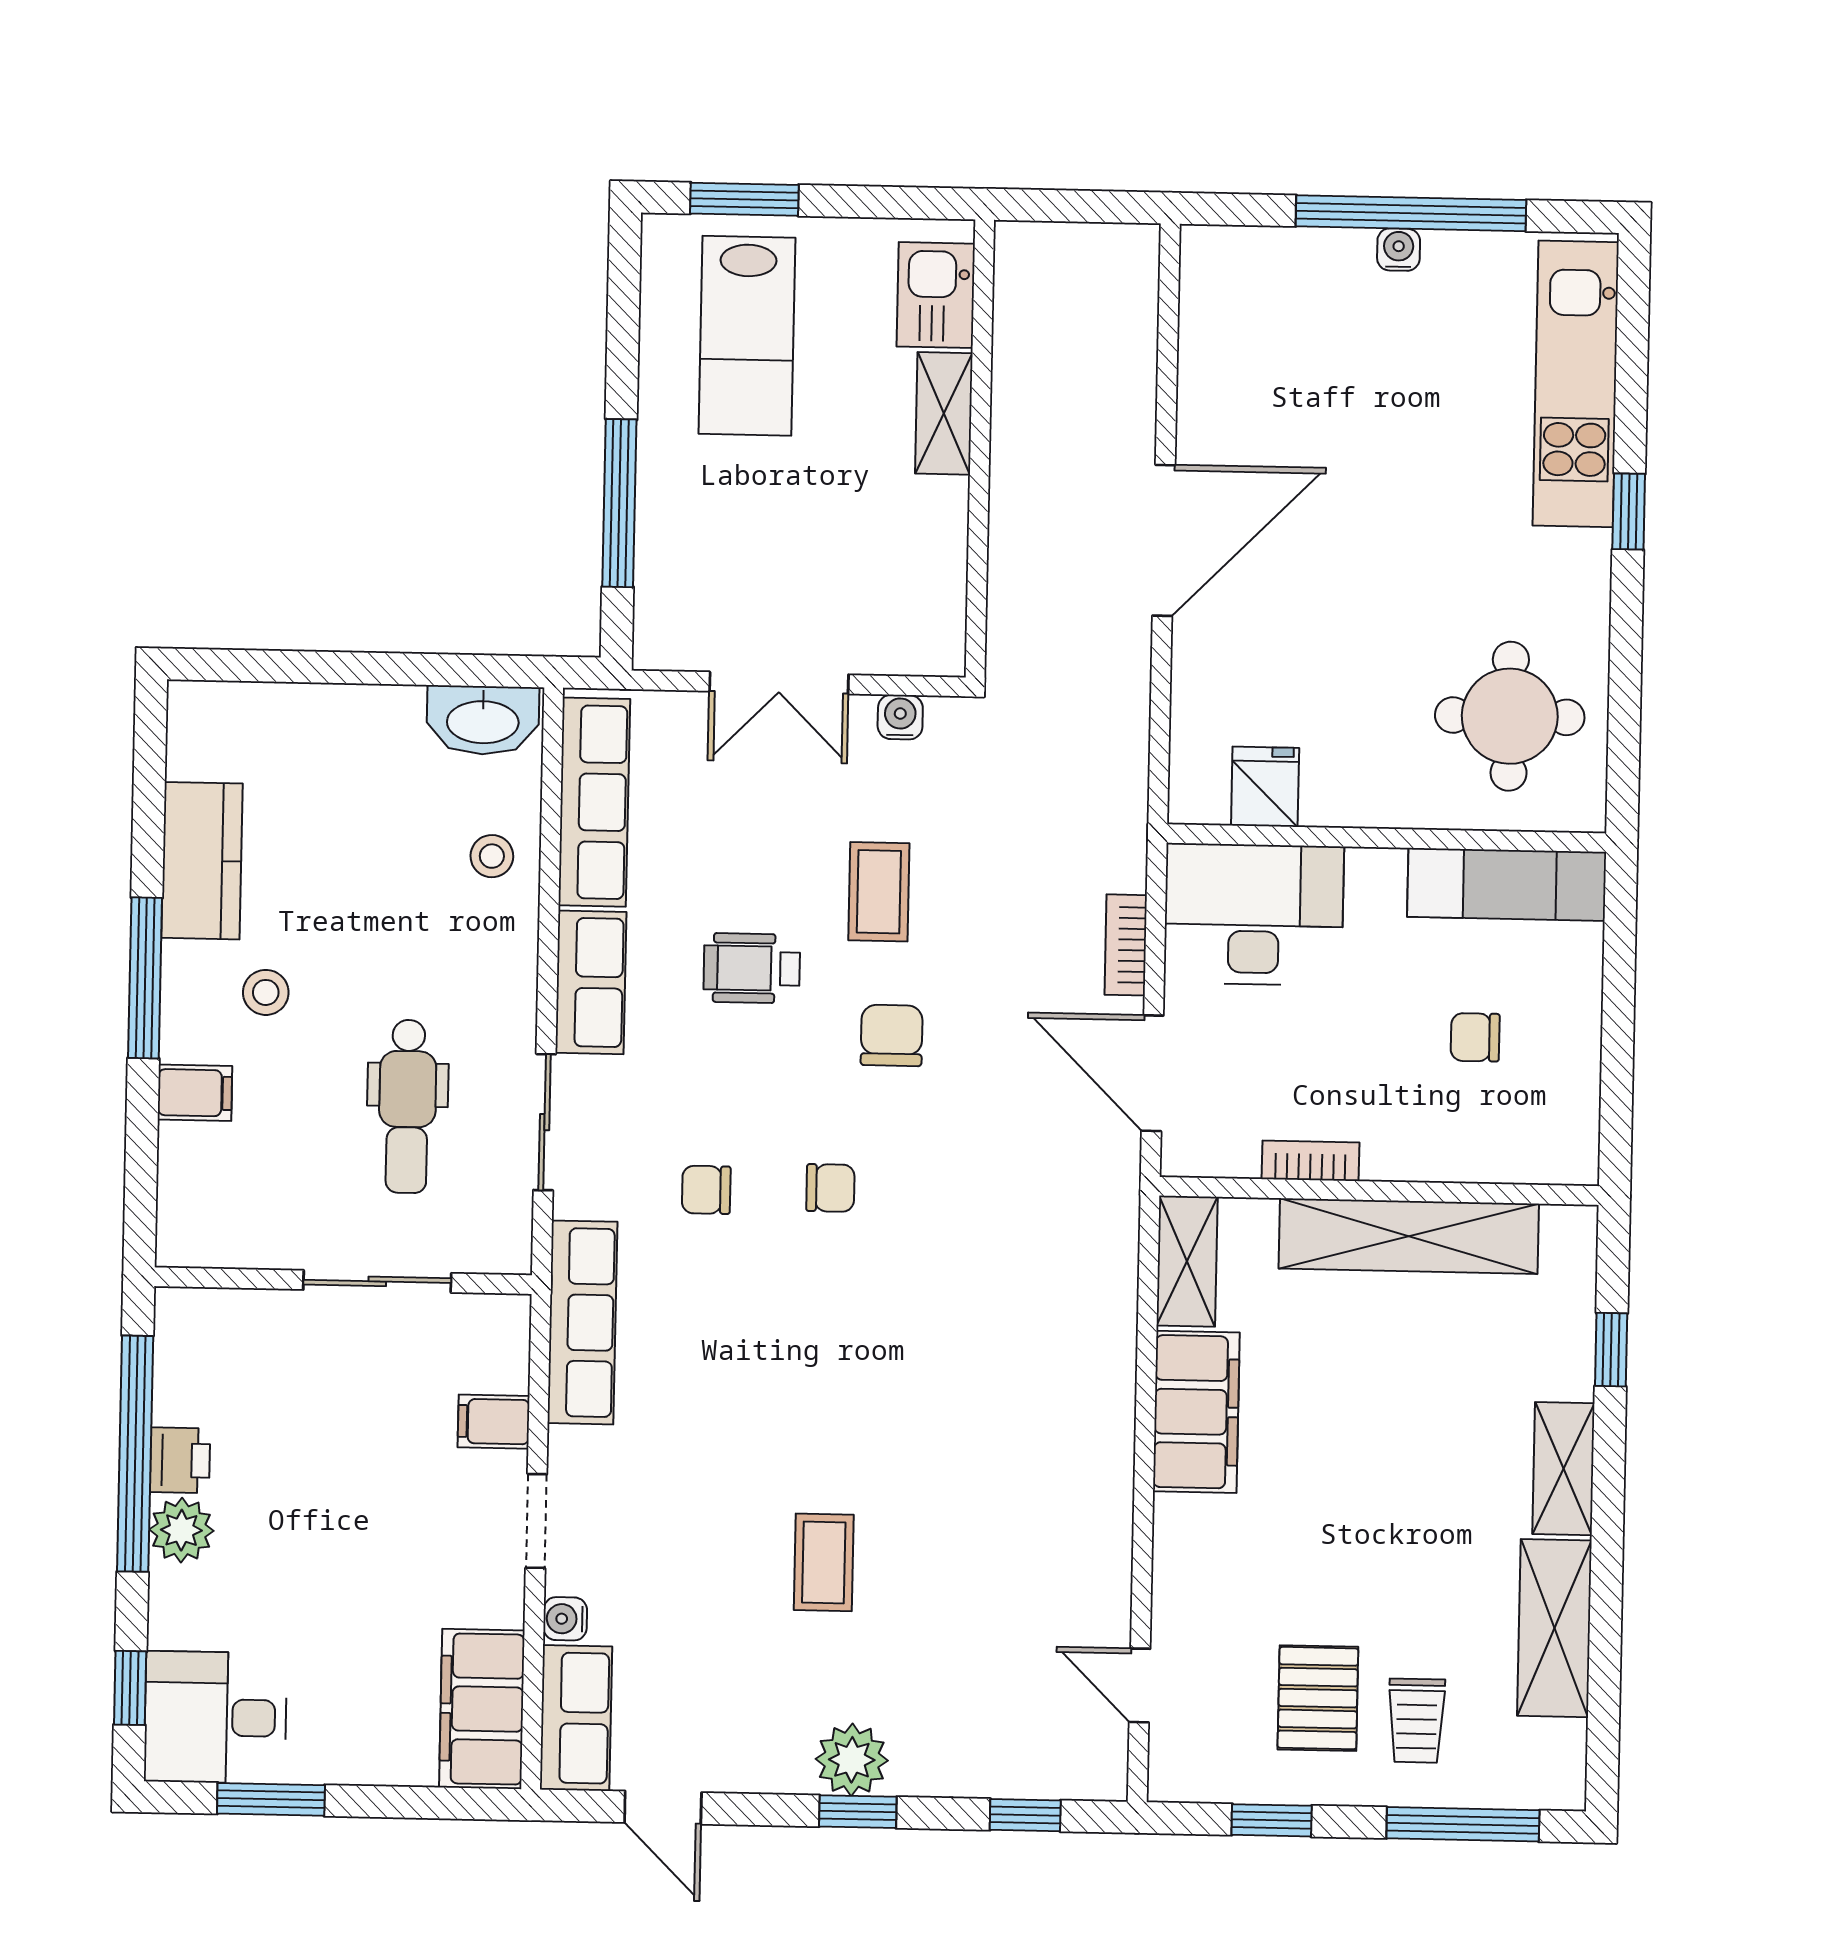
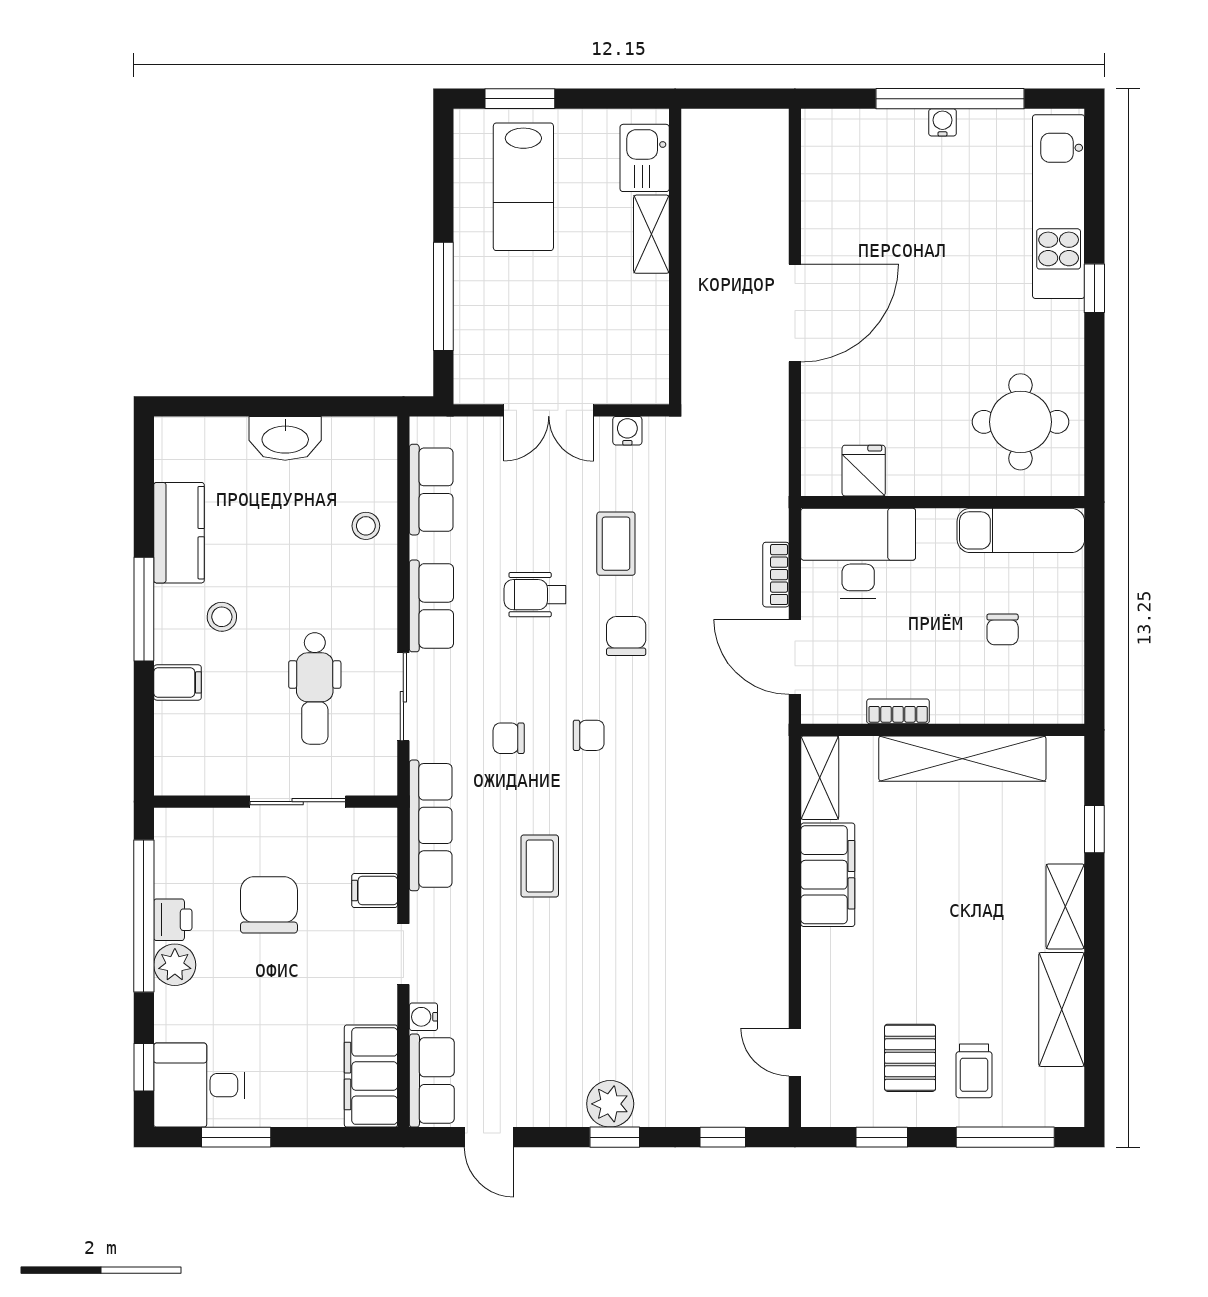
washbasin: (483, 720) -> (285, 438), moved
row of seats: (594, 802) -> (431, 490), width x0.68
chair: (1475, 1037) -> (1003, 629), turned -90
chair: (329, 1440) -> (269, 905), added
coffee table: (824, 1562) -> (540, 866), moved

